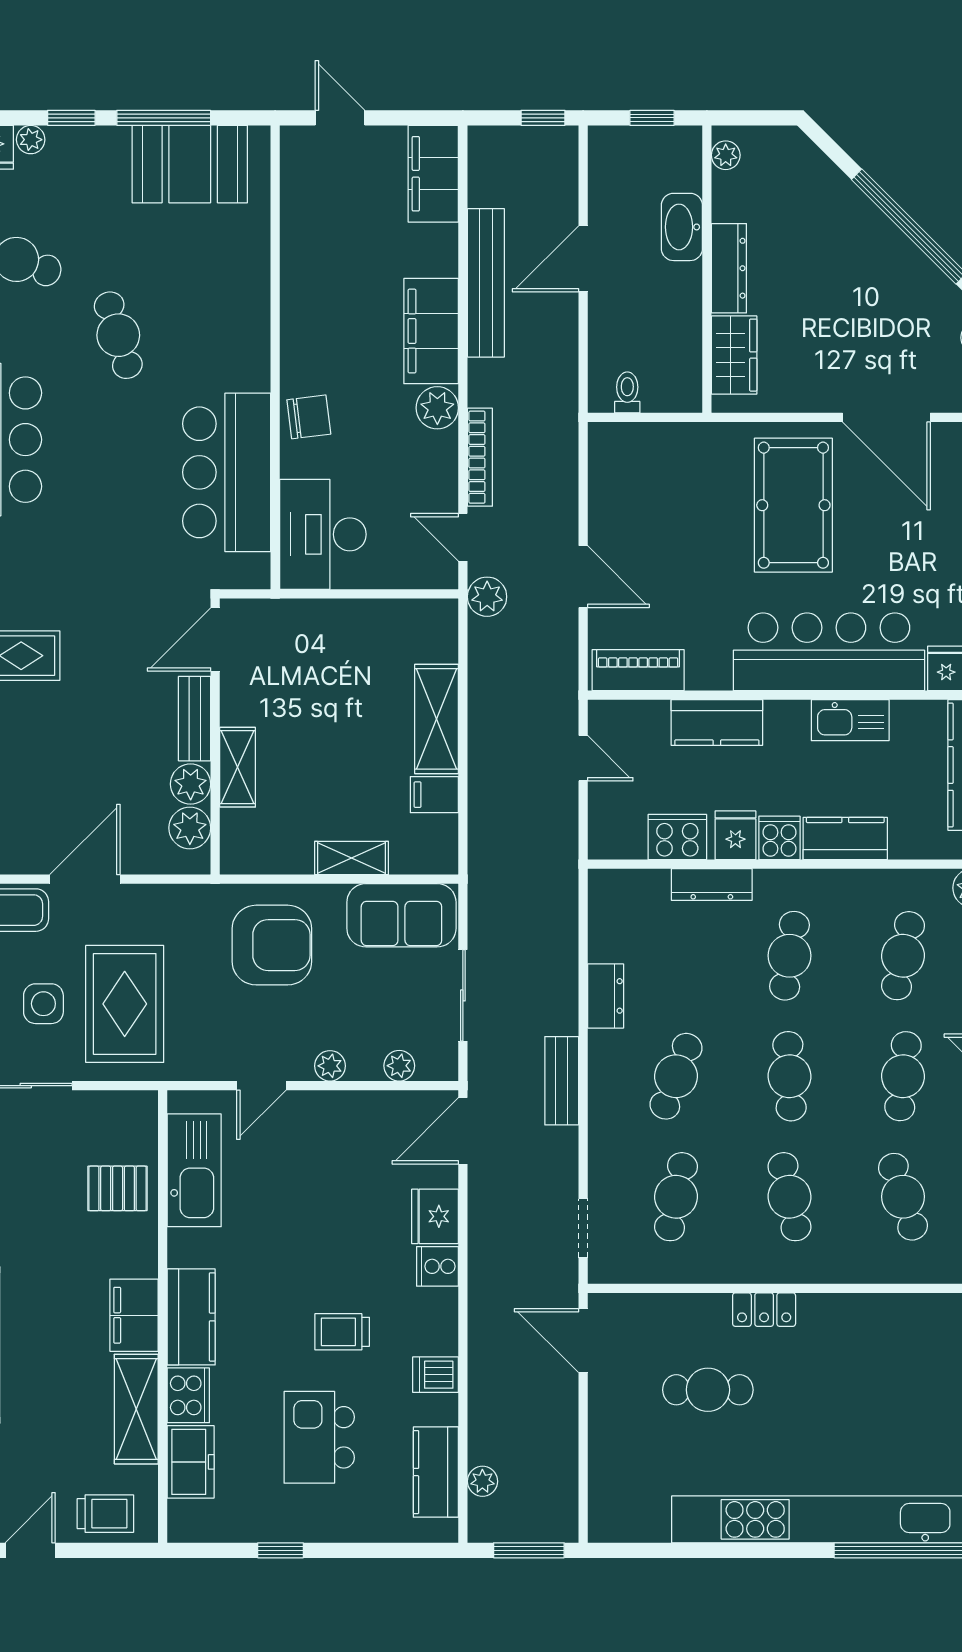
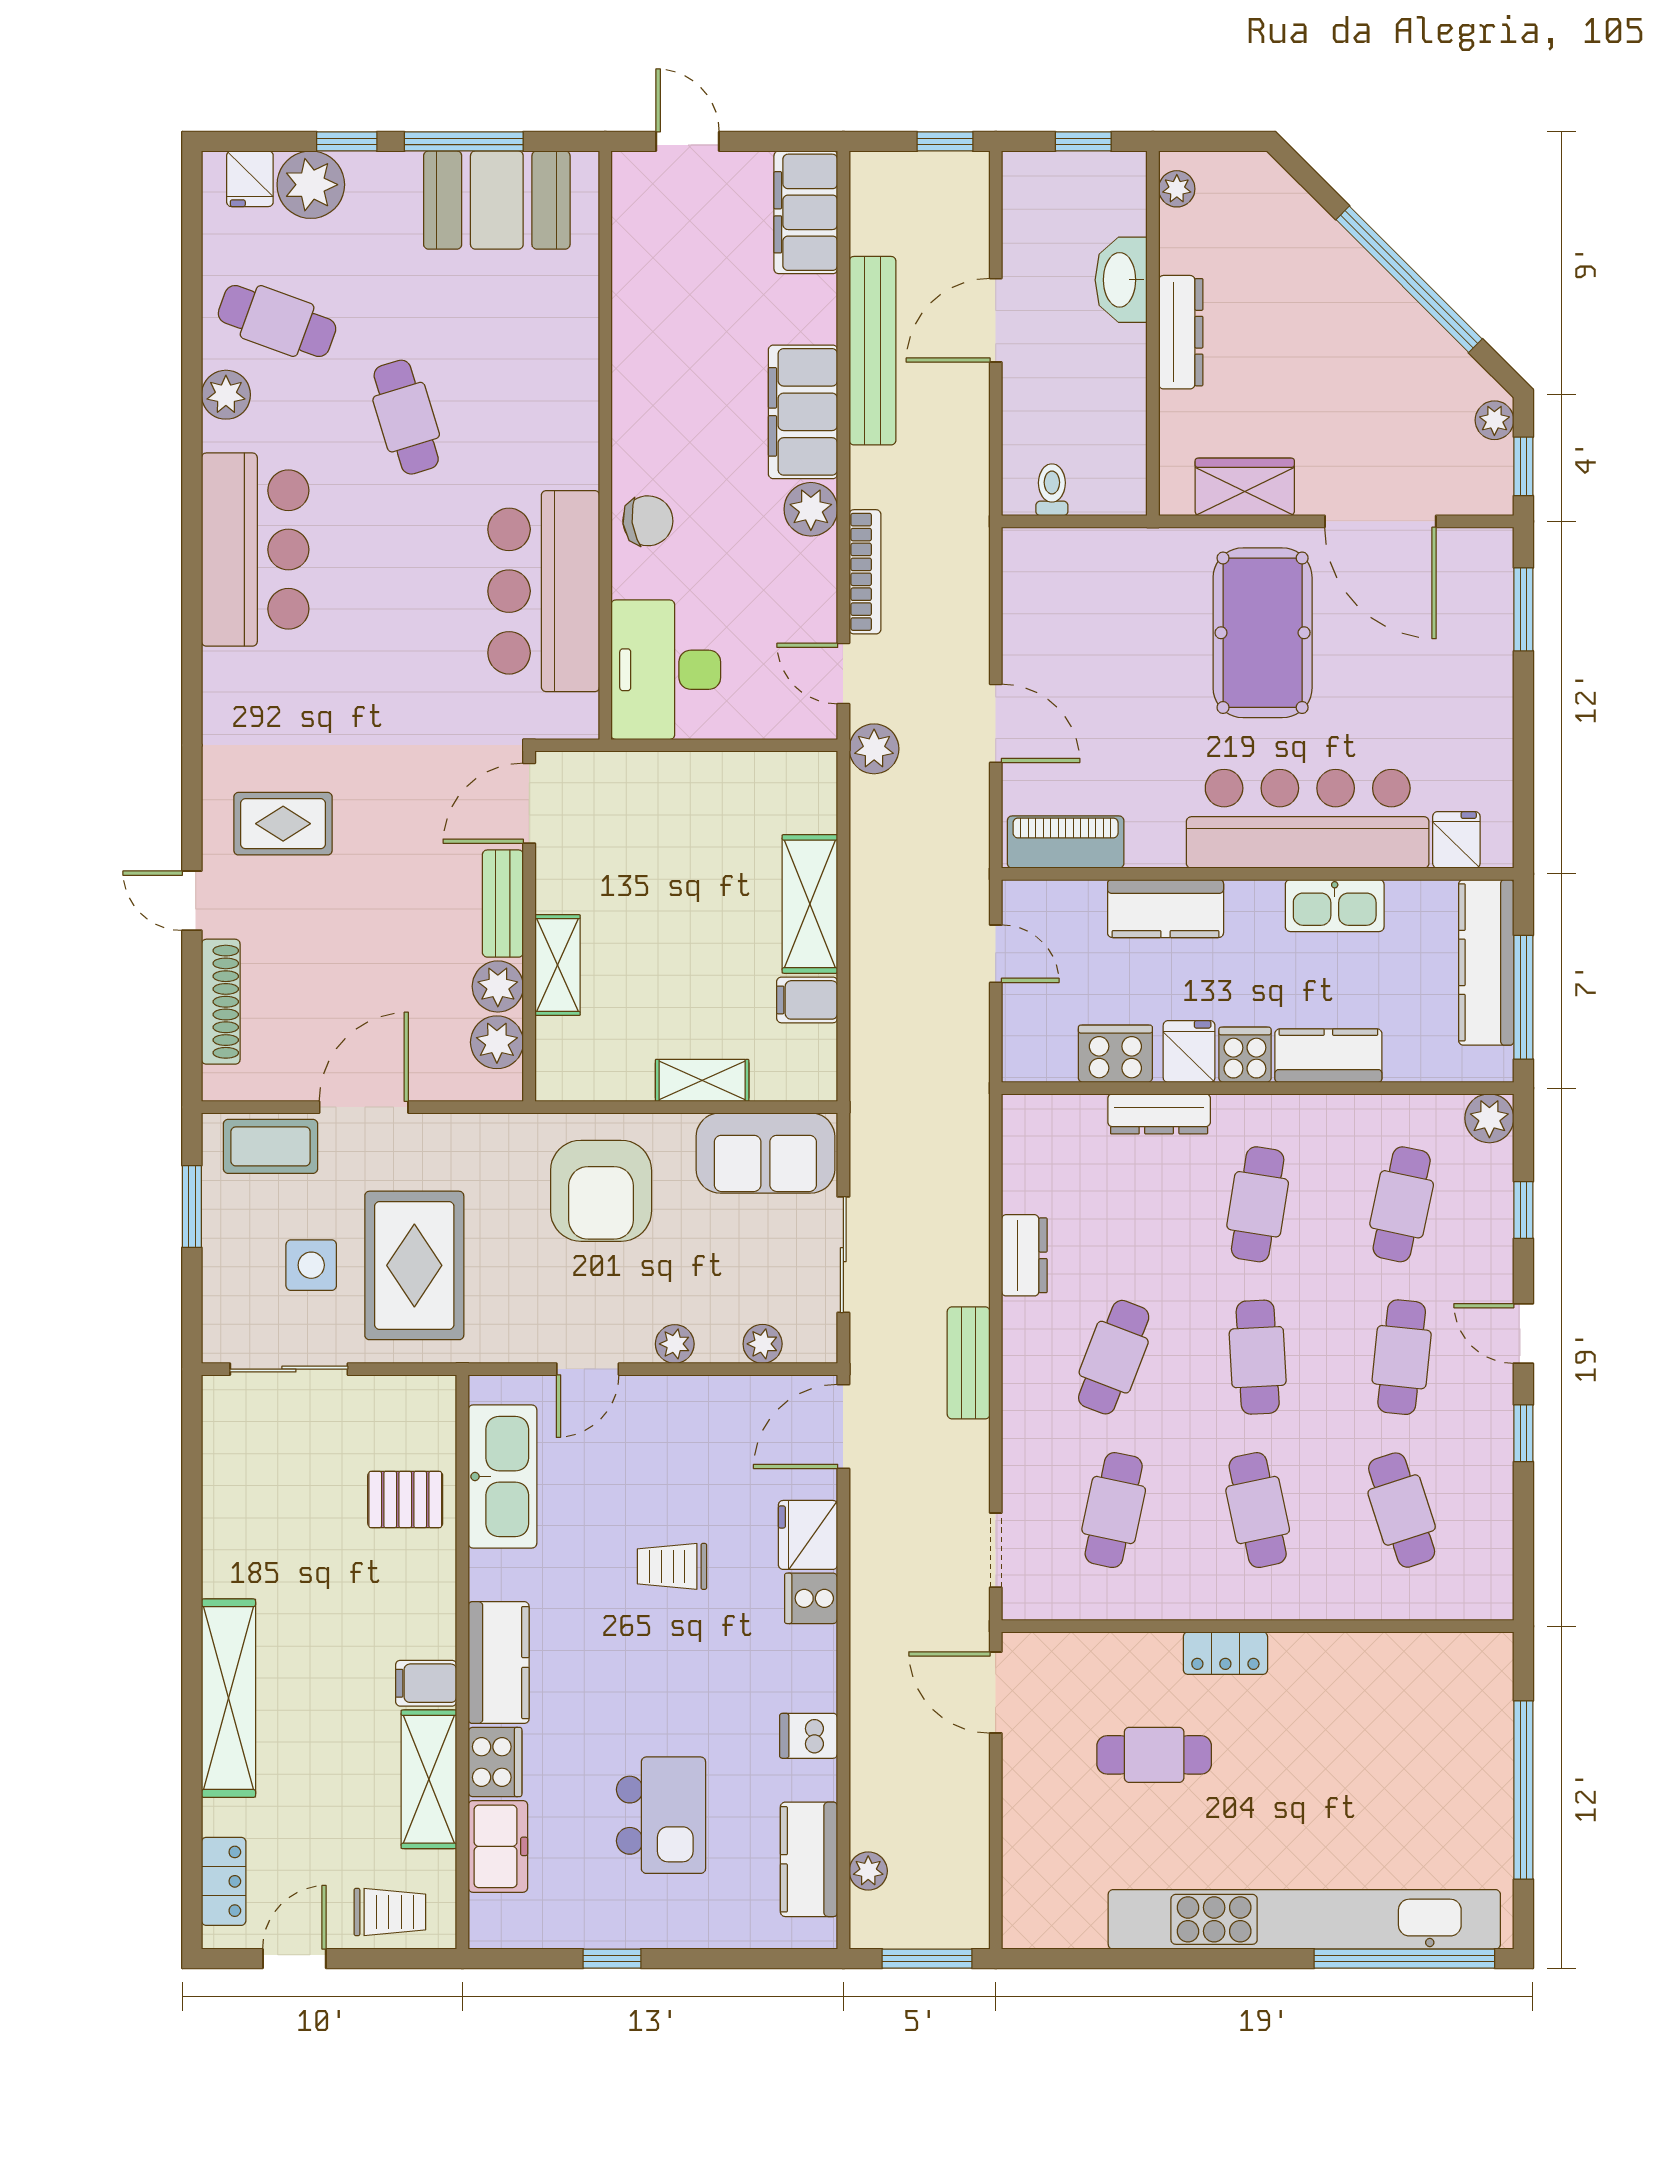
plant: (31, 140) -> (311, 185), width x1.87, depth x1.87
wardrobe: (734, 355) -> (1245, 487), moved, turned -90
armchair: (272, 945) -> (601, 1191), turned 90
filing cabinet: (134, 1315) -> (426, 1683), width x0.50
trolley: (342, 1332) -> (672, 1566), moved
kitchen island: (319, 1437) -> (661, 1815), turned 180

